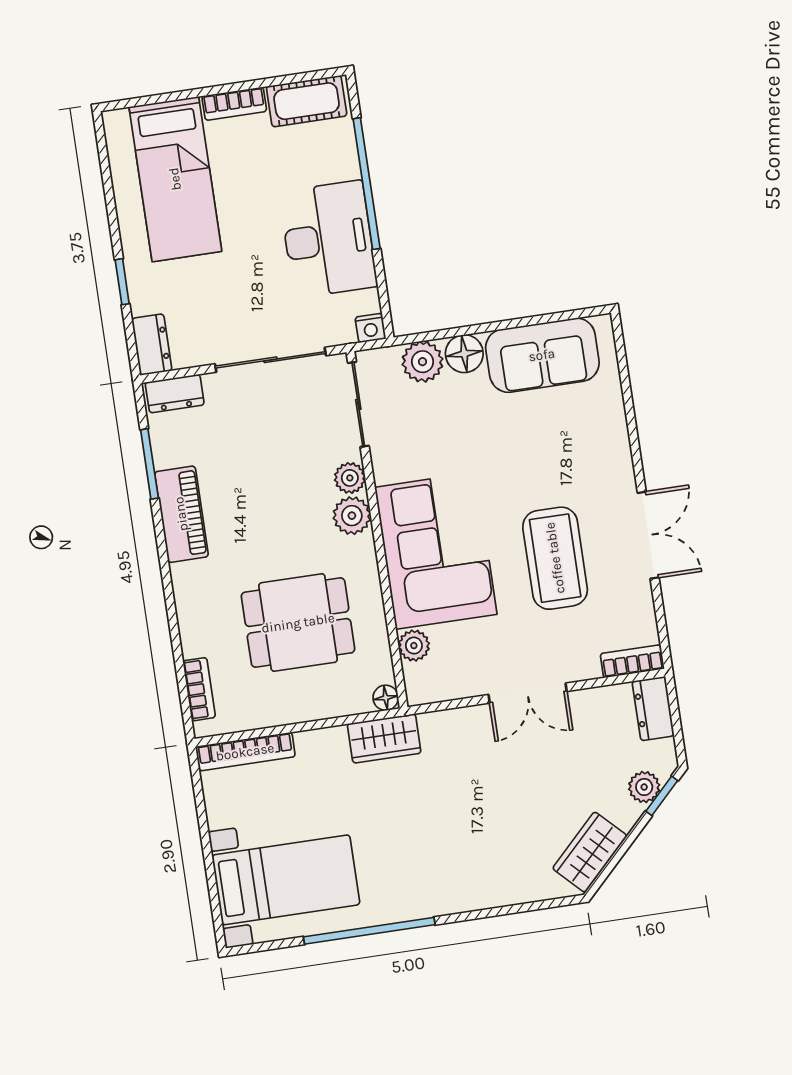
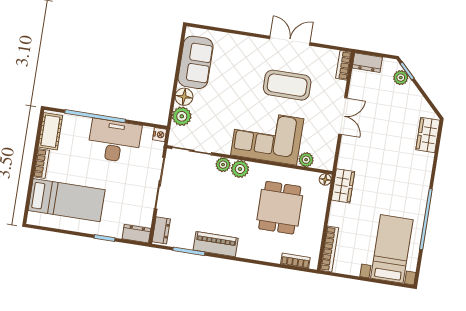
wardrobe: (590, 852) -> (428, 135), moved, turned 45

